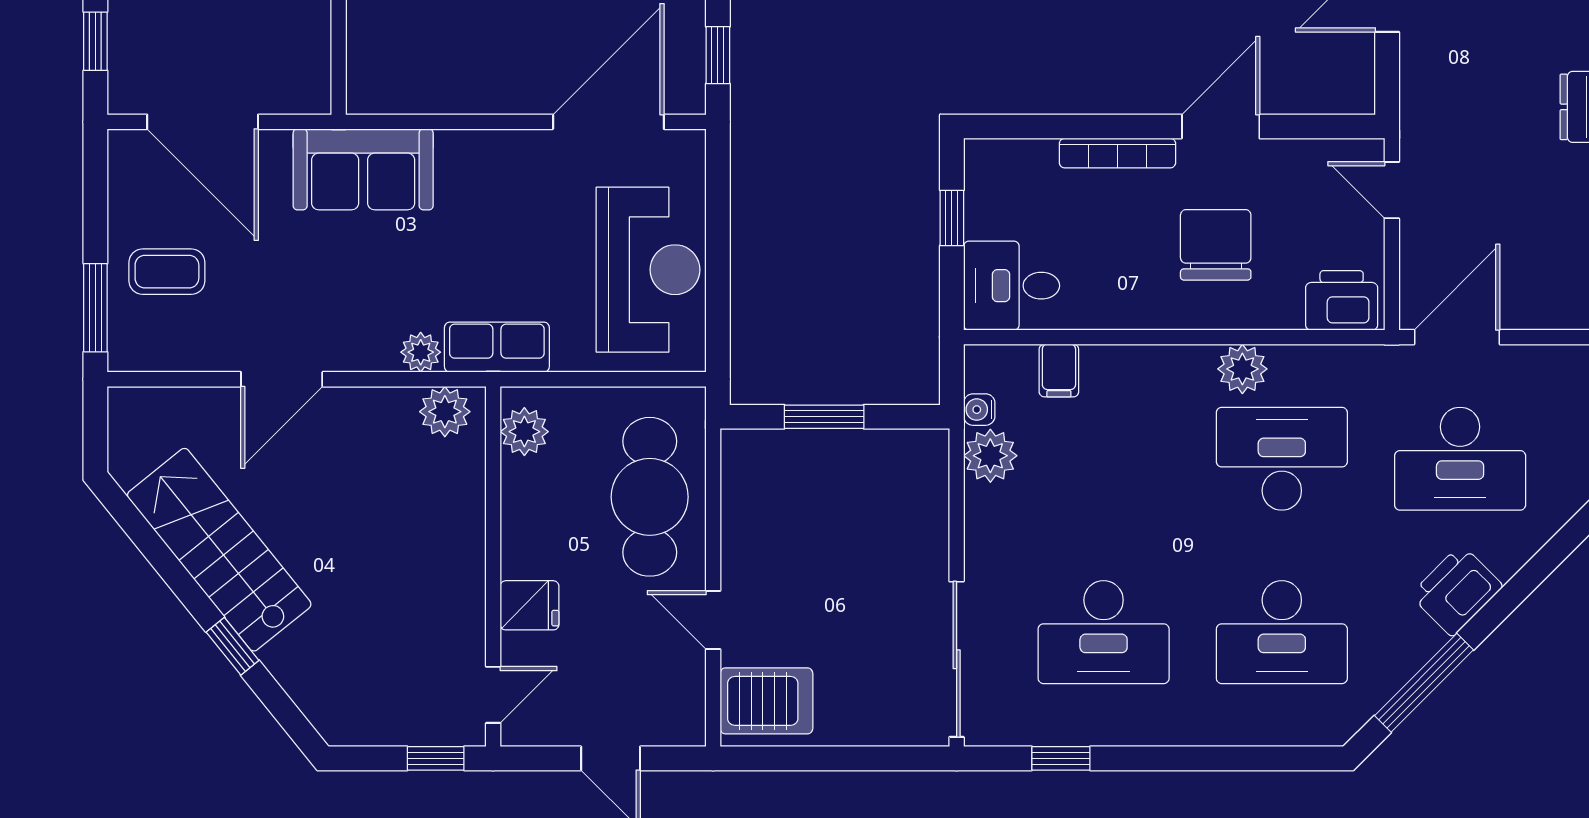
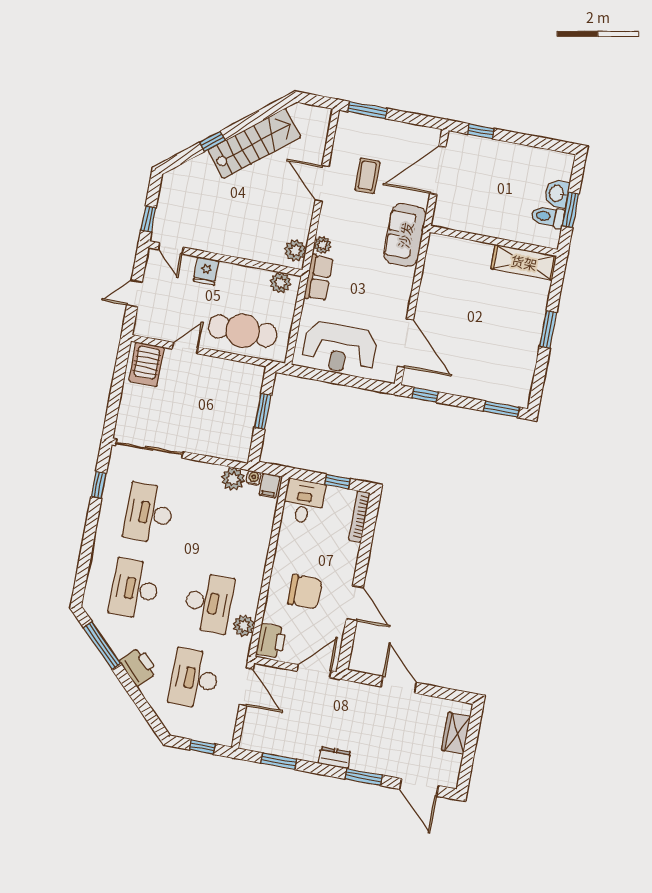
bookcase: (1117, 153) -> (359, 516), moved
door: (1392, 190) -> (314, 671), width x1.38
coffee table: (167, 272) -> (367, 176), moved
plant: (1242, 369) -> (244, 626), moved
filing cabinet: (1059, 371) -> (269, 486), moved, turned -90

